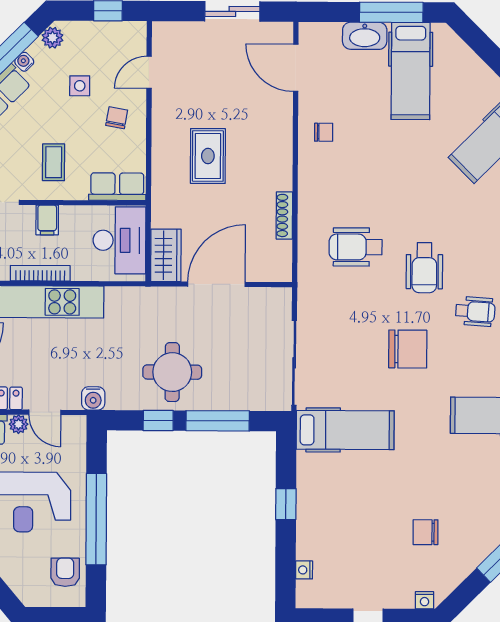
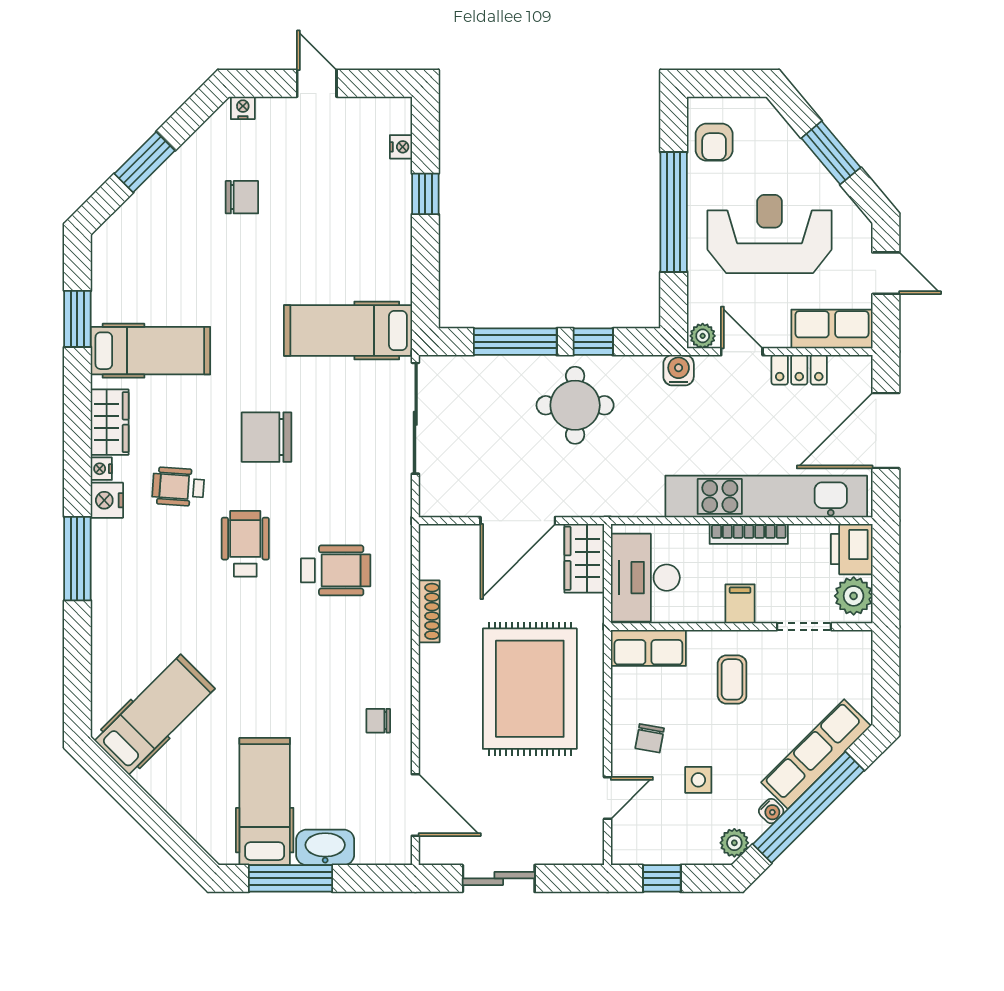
rug: (208, 156) -> (530, 689), width x1.86, depth x2.06
plant: (19, 424) -> (703, 336), moved
window: (286, 504) -> (425, 194), moved

